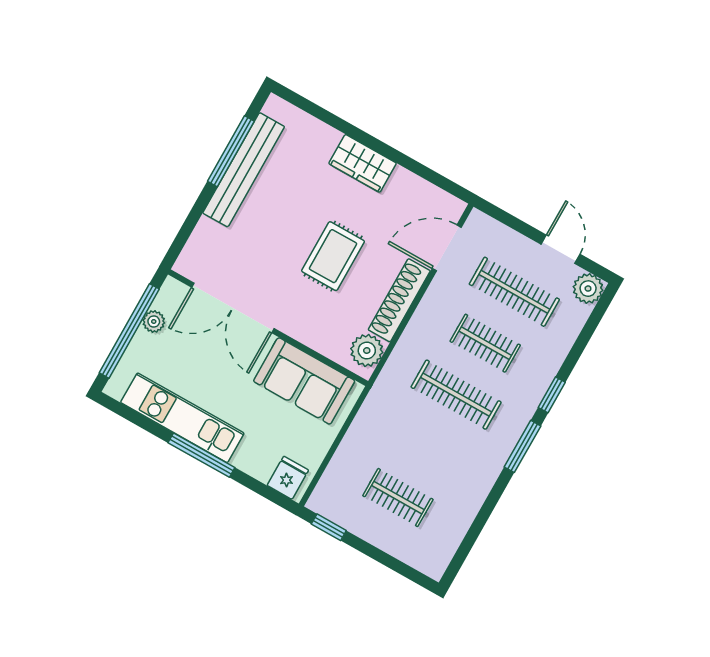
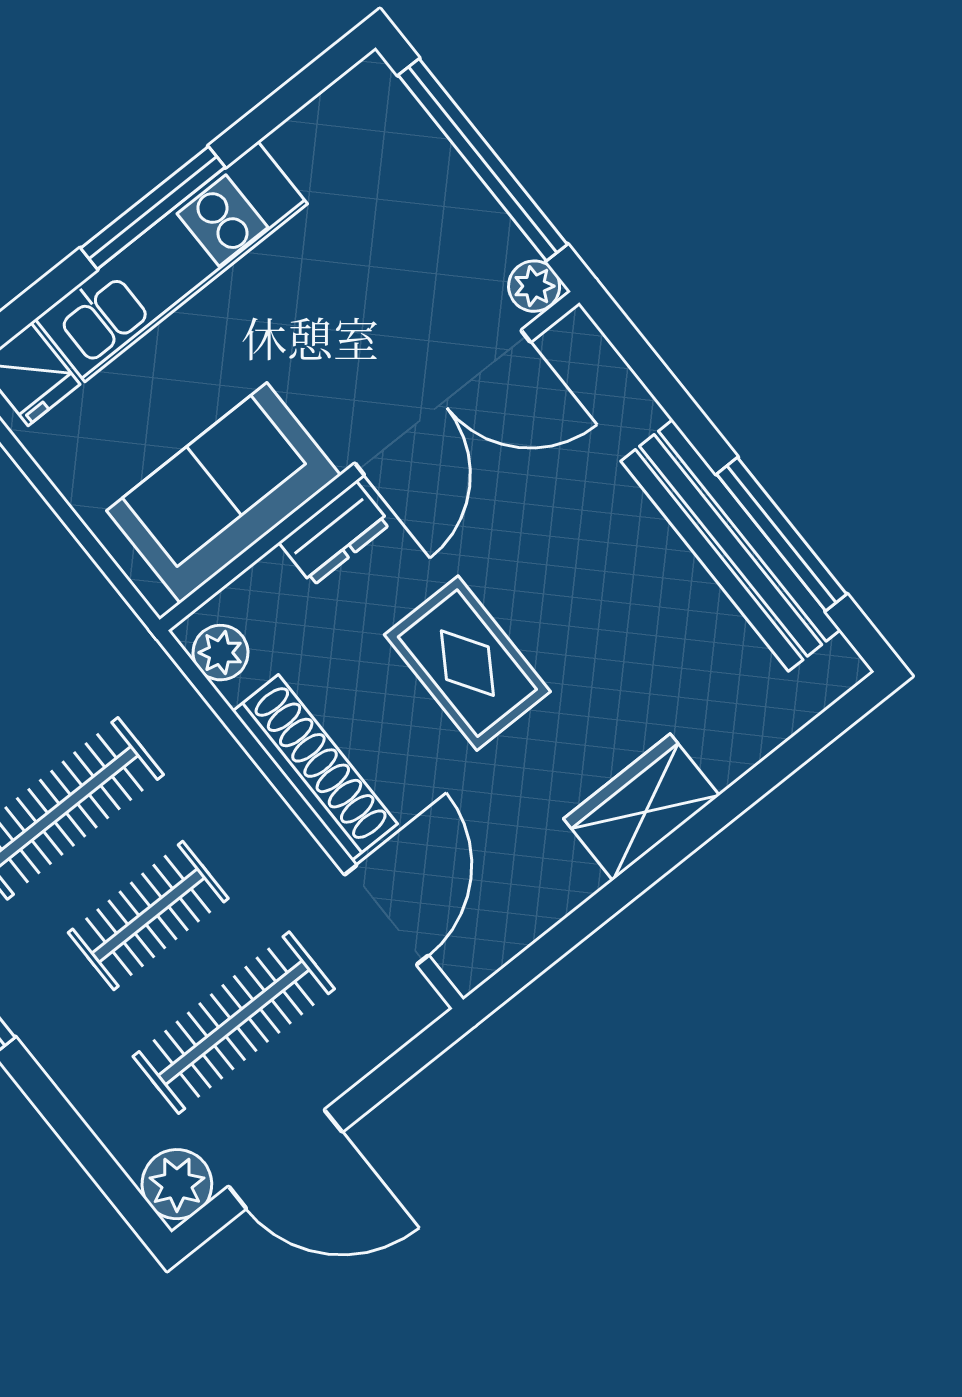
door: (561, 249) -> (285, 1159), width x1.38
double door: (233, 308) -> (443, 403), swing flipped
plant: (154, 322) -> (534, 286), moved
dresser: (302, 330) -> (335, 533), added
plant: (367, 350) -> (221, 653), width x0.73, depth x0.73
kitchen unit: (182, 418) -> (171, 261), moved

